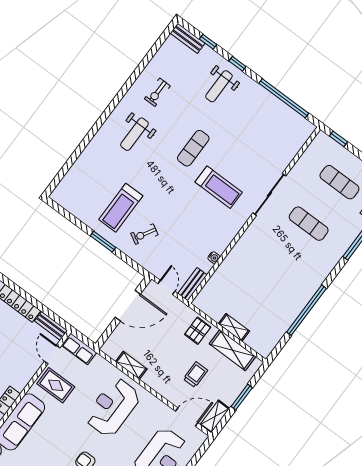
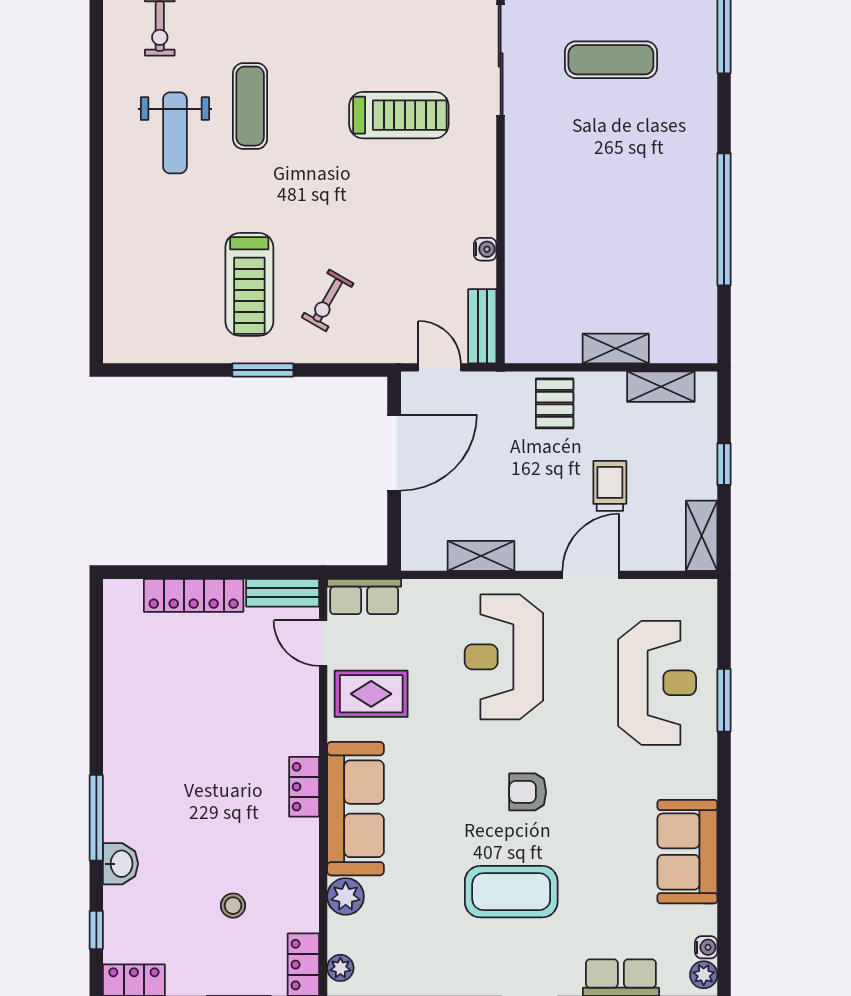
exercise mat: (193, 148) -> (250, 106), moved
shelving: (233, 350) -> (661, 387), width x0.67, depth x0.75
window: (242, 397) -> (724, 464), width x0.67
door: (187, 417) -> (591, 575), moved

